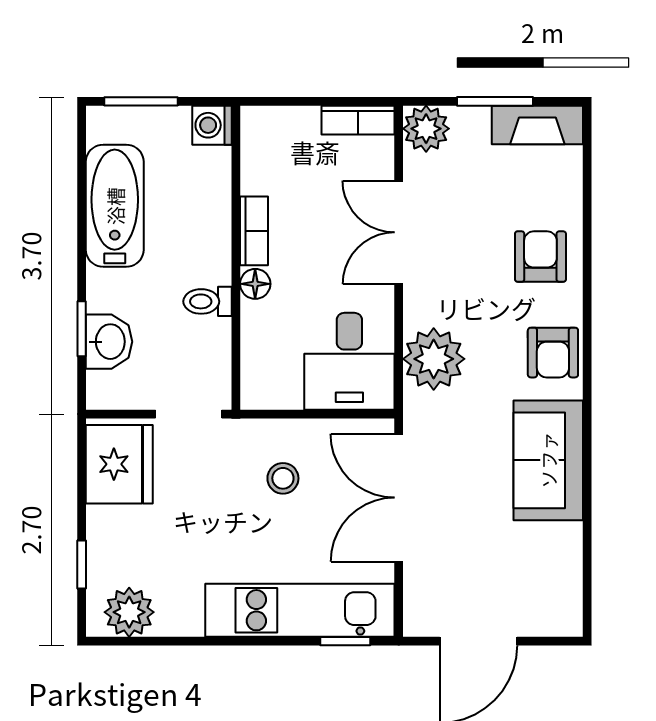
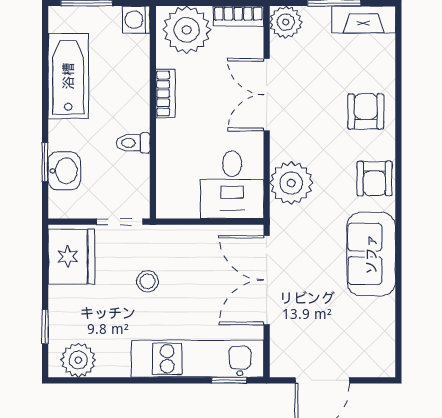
plant: (284, 140) -> (187, 30), added
floor lamp: (255, 284) -> (166, 131), removed
stool: (283, 478) -> (148, 281), moved

